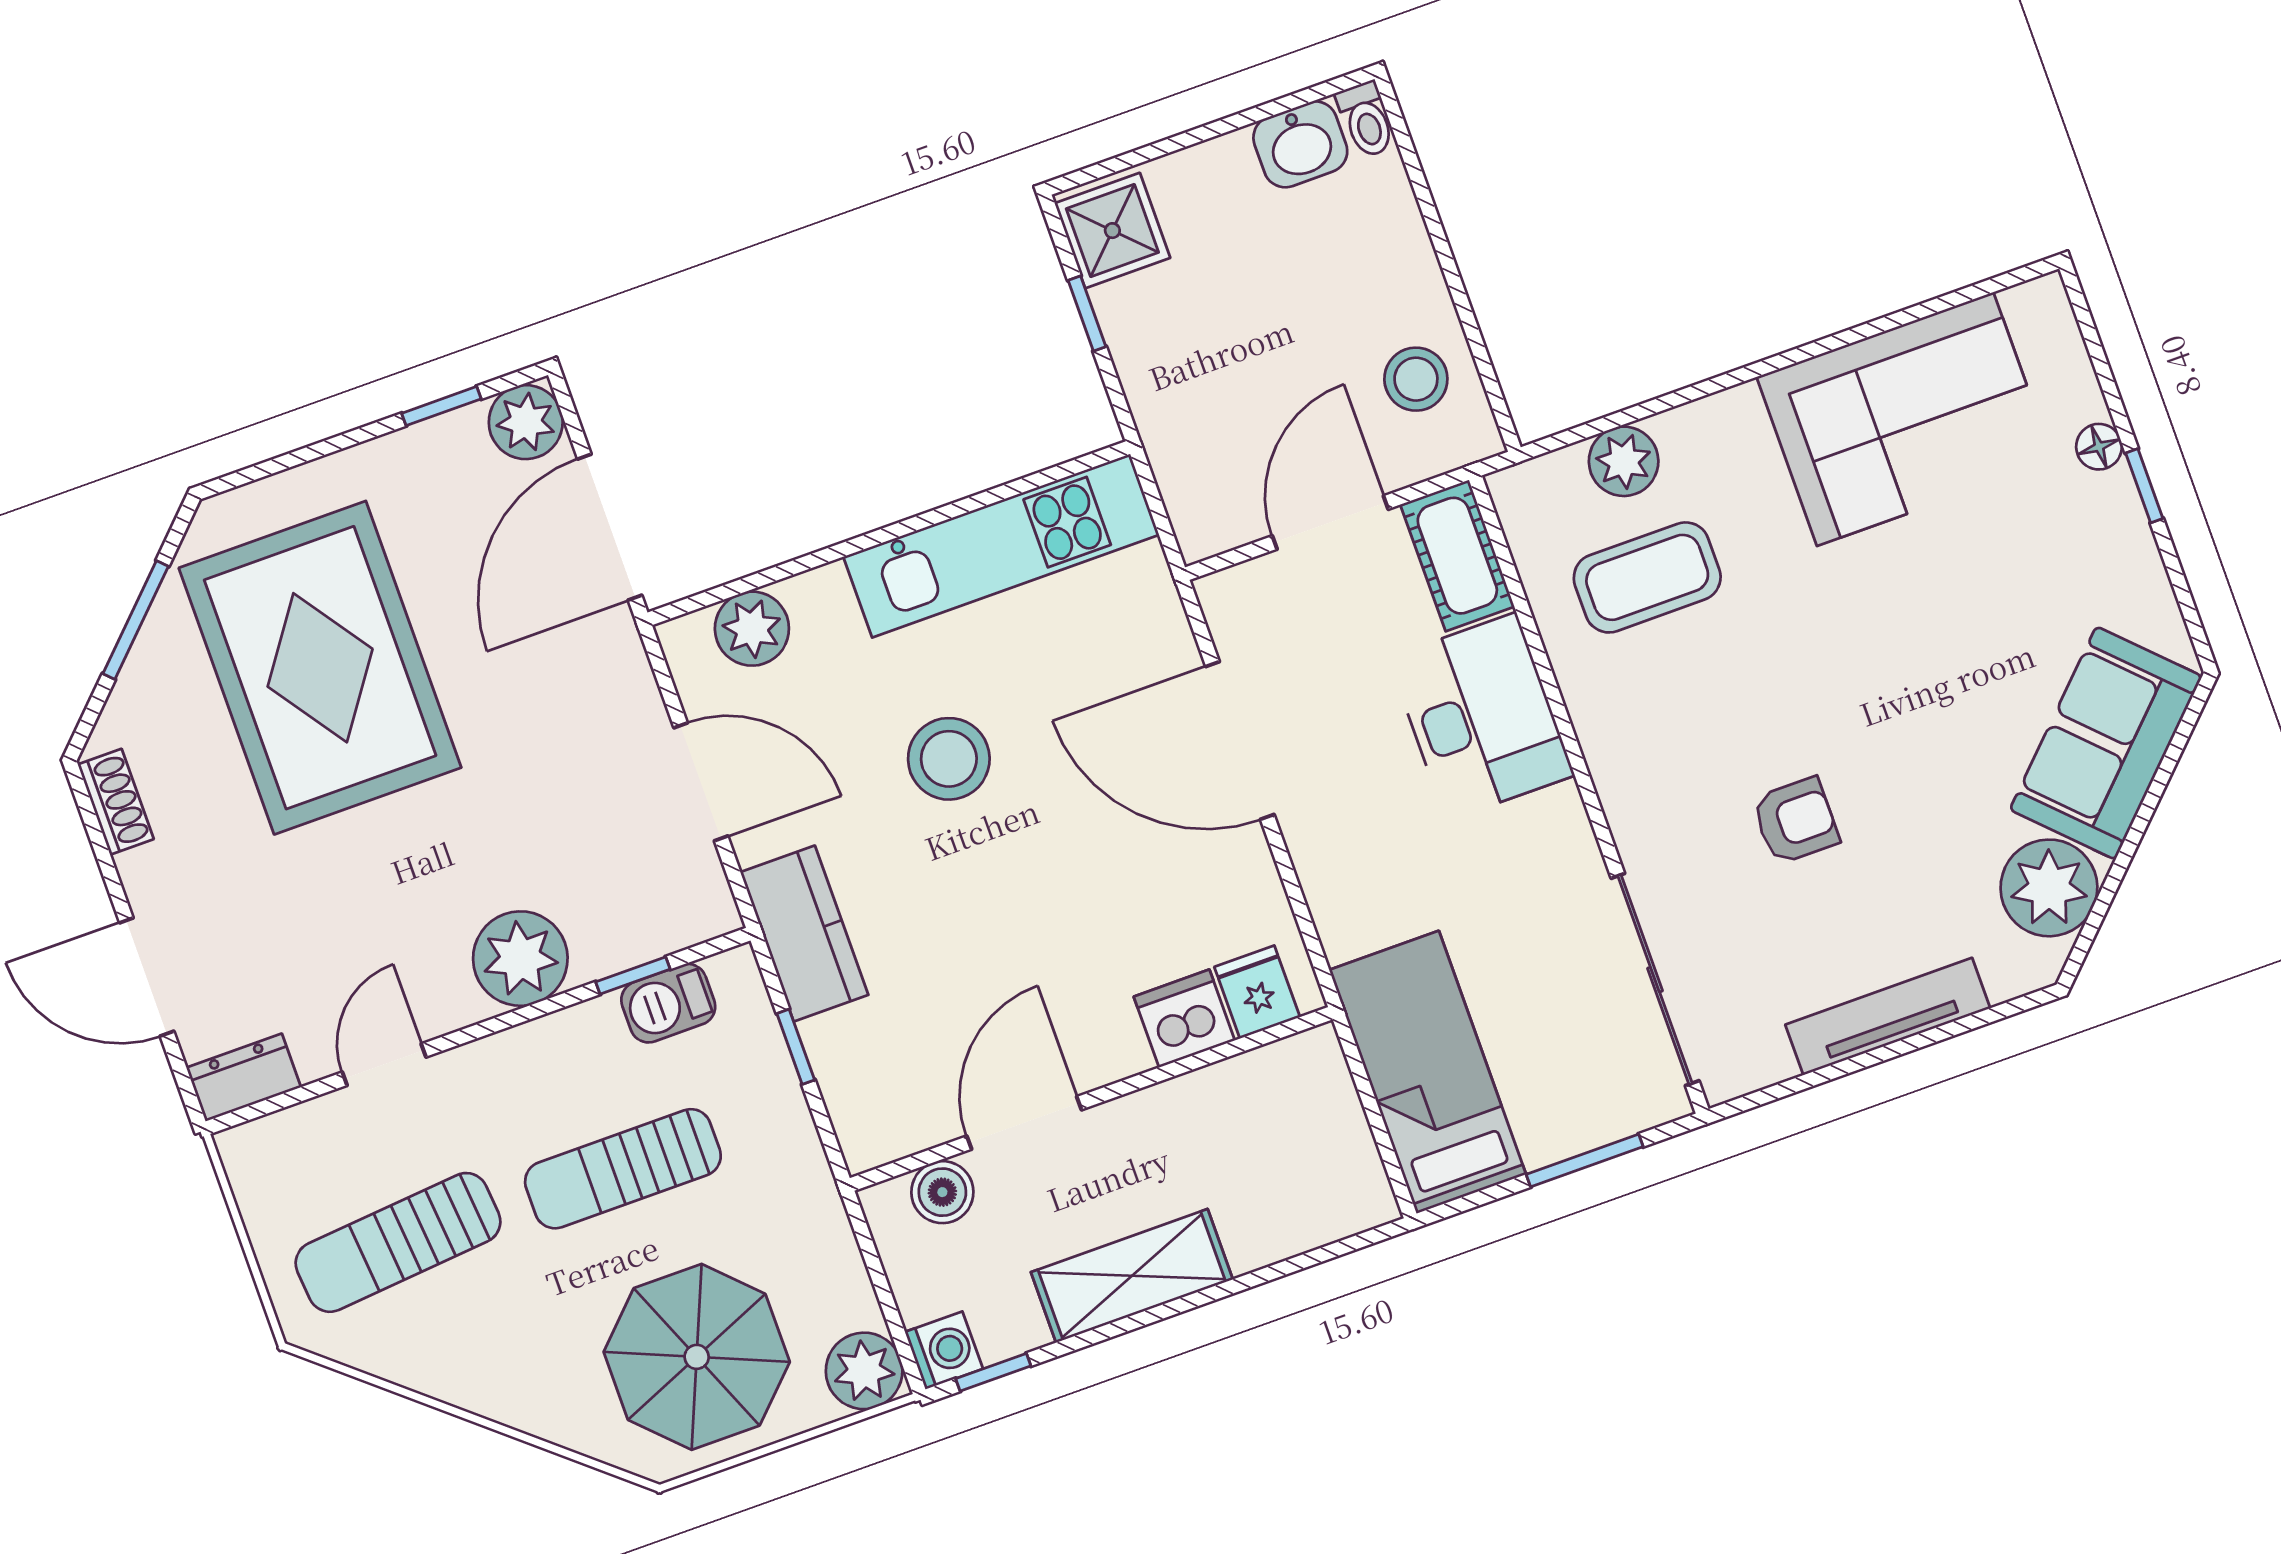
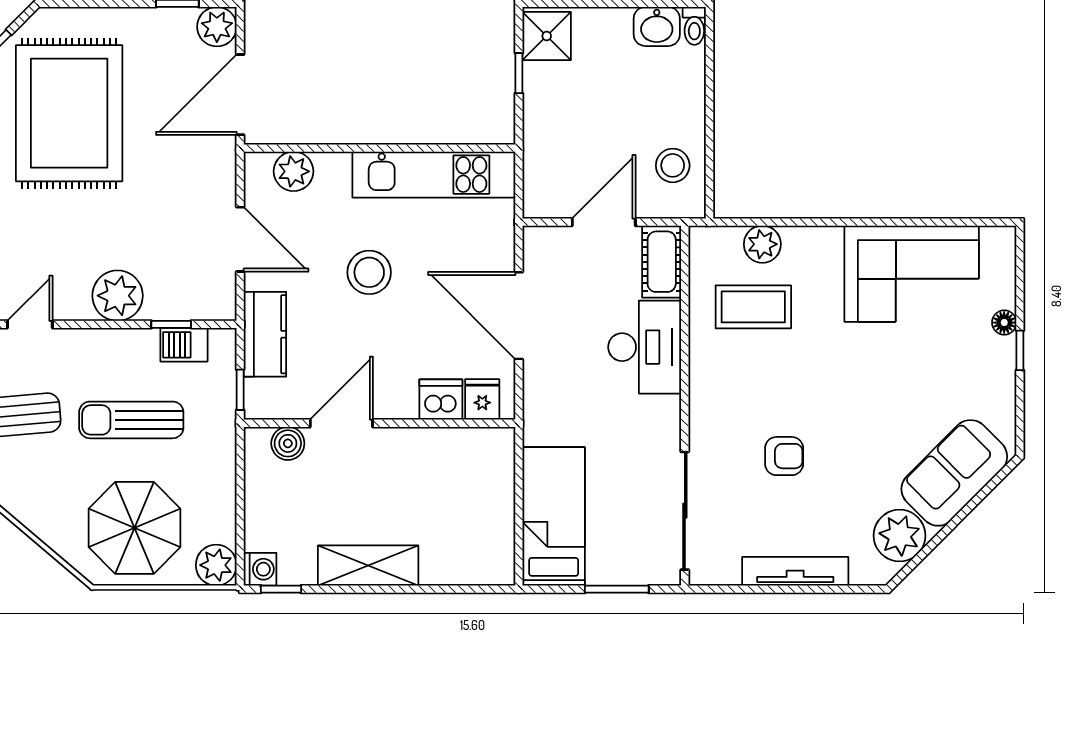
fridge: (1257, 992) -> (482, 399), moved
dishwasher: (1184, 1019) -> (441, 400), moved
wall: (1091, 1099) -> (380, 423), moved
door: (1024, 1123) -> (341, 423), moved
boiler: (942, 1192) -> (288, 443), moved

